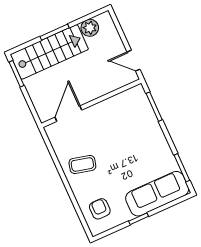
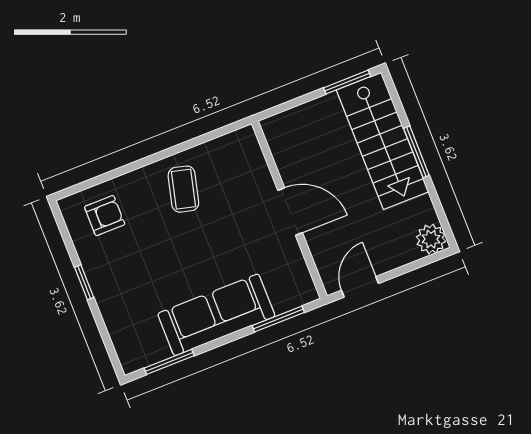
plant: (90, 28) -> (431, 239), moved
door: (68, 114) -> (290, 212), moved
sofa: (157, 194) -> (216, 315), moved, turned -90

